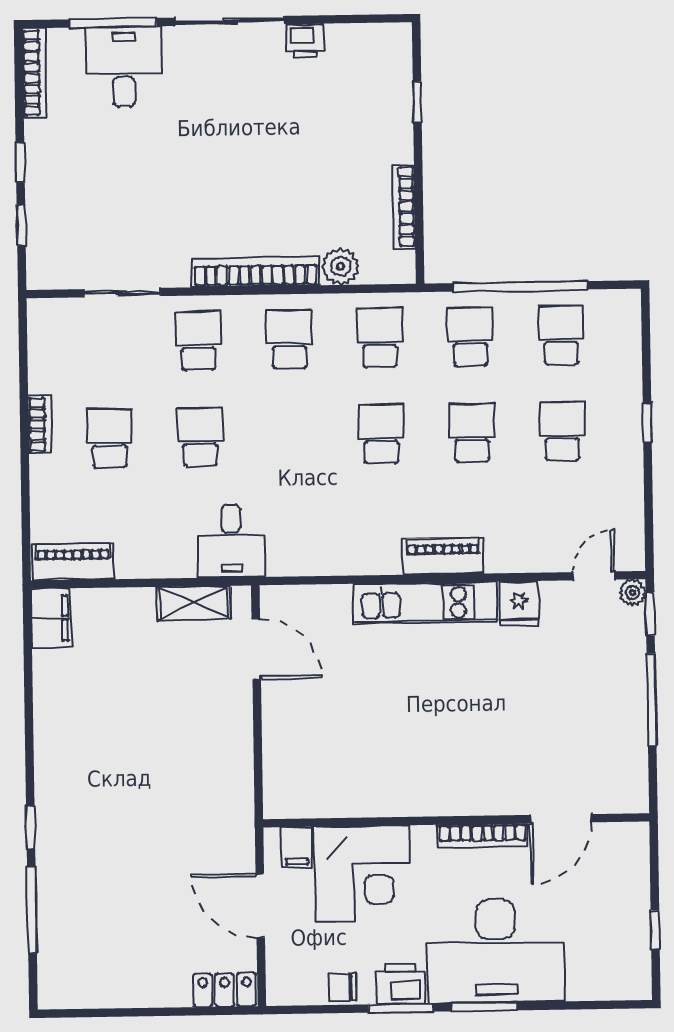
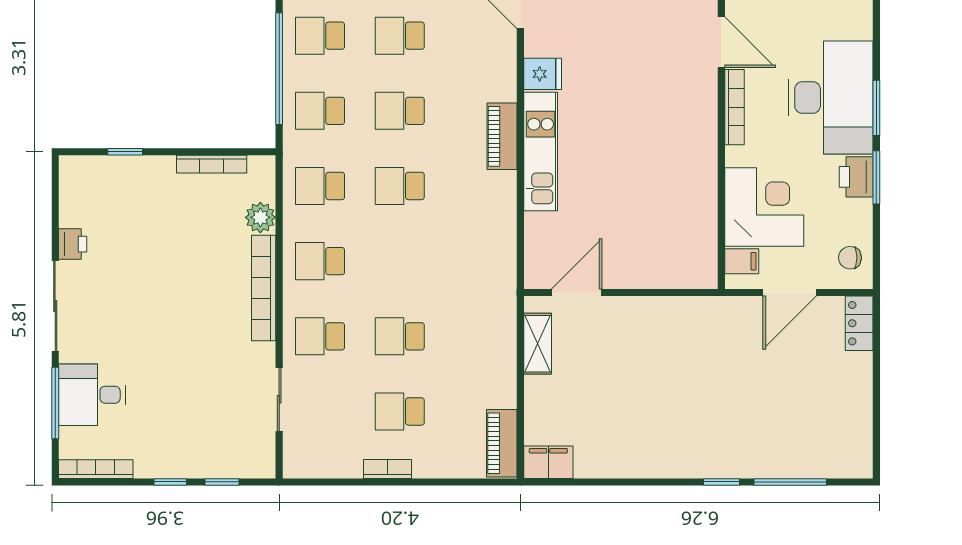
desk: (231, 541) -> (487, 312), removed
chair: (343, 987) -> (850, 258), moved, turned 90

